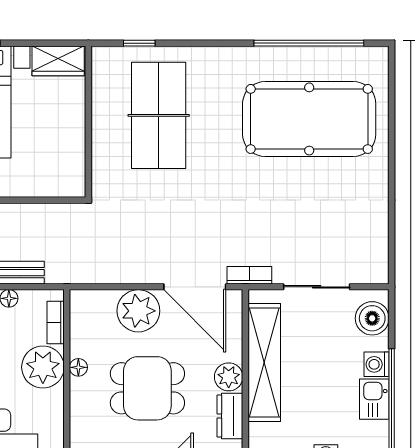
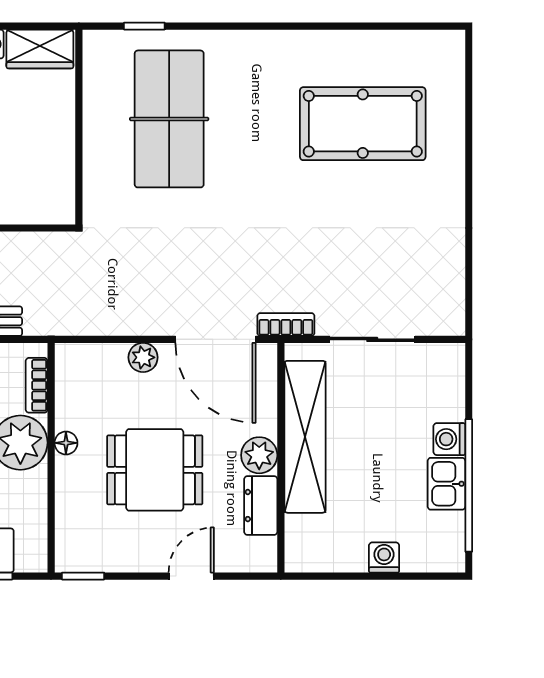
window: (309, 43) -> (362, 26), removed
pool table: (309, 119) -> (363, 124), width x0.73, depth x0.76
plant: (138, 311) -> (143, 357), width x0.53, depth x0.53
boiler: (372, 318) -> (444, 380), removed

